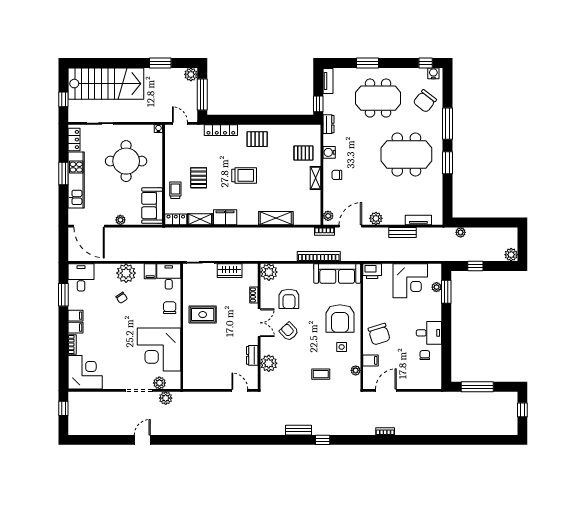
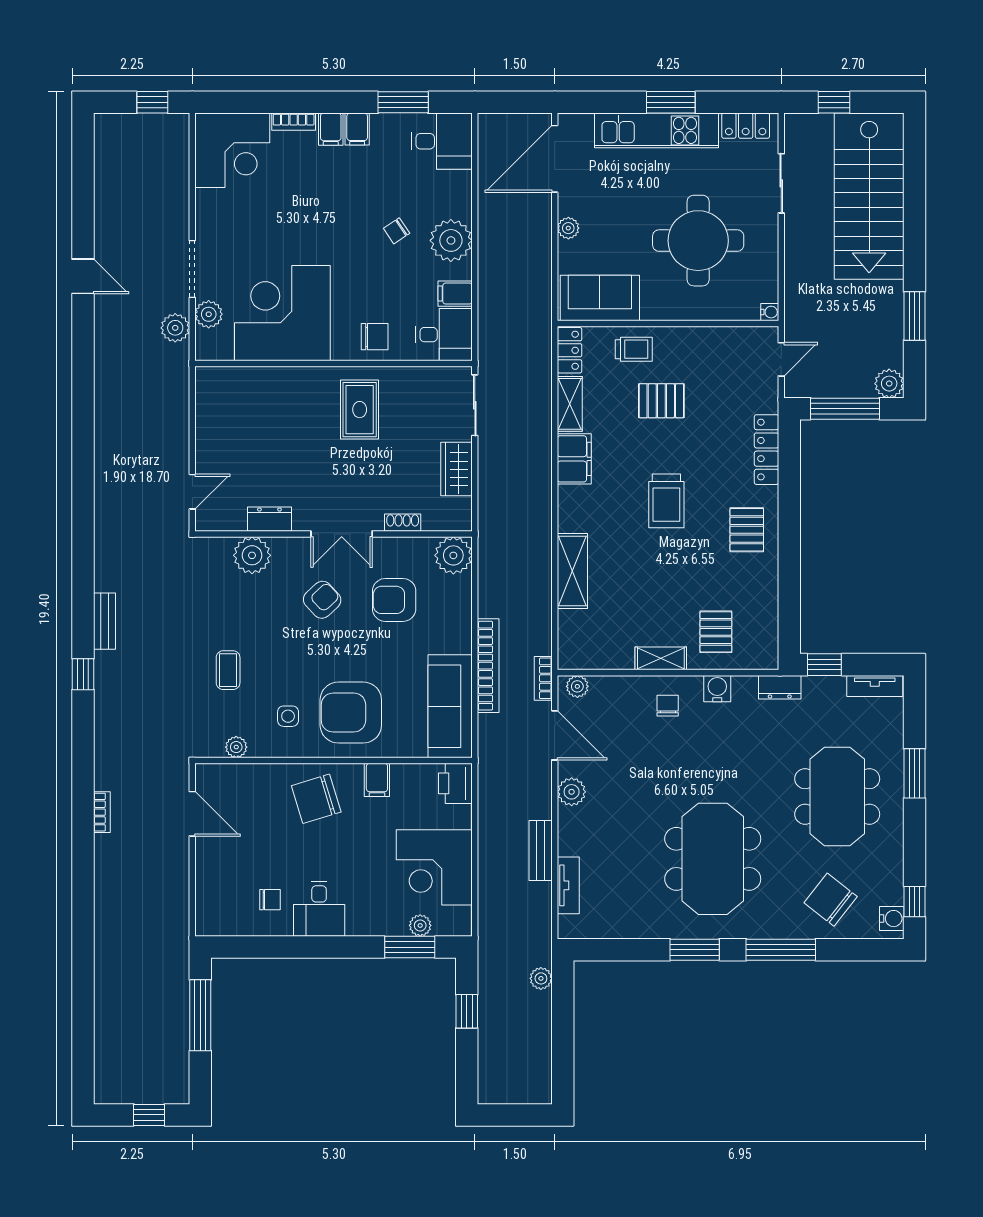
plant: (511, 255) -> (492, 1090), removed
filing cabinet: (371, 360) -> (377, 780), moved

